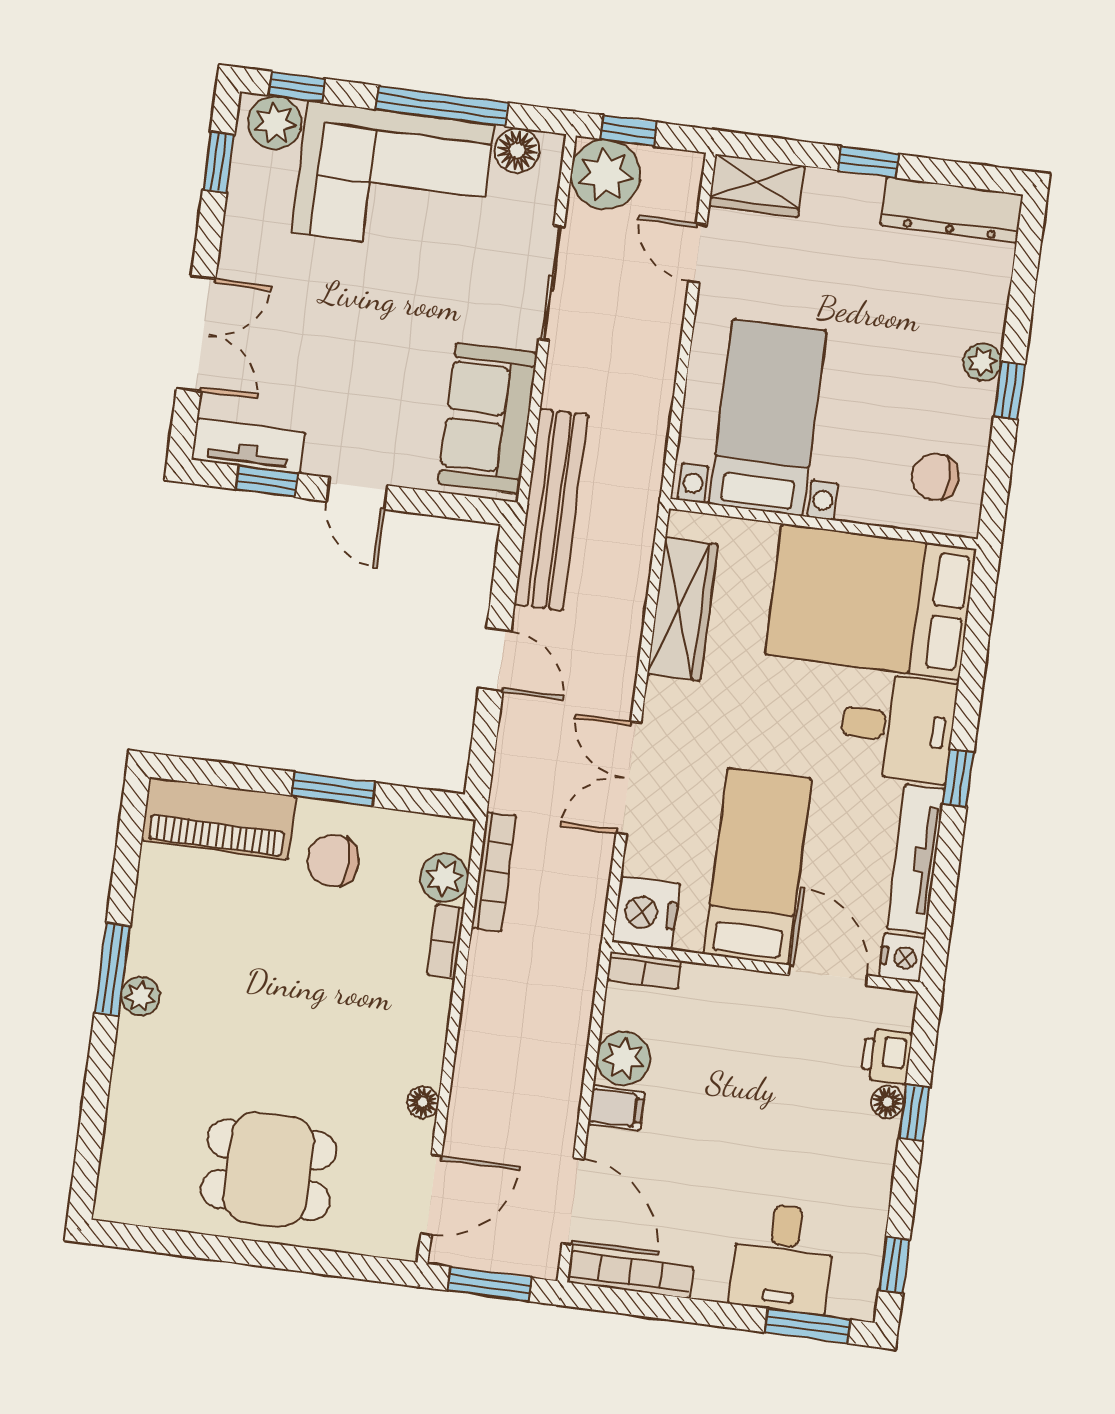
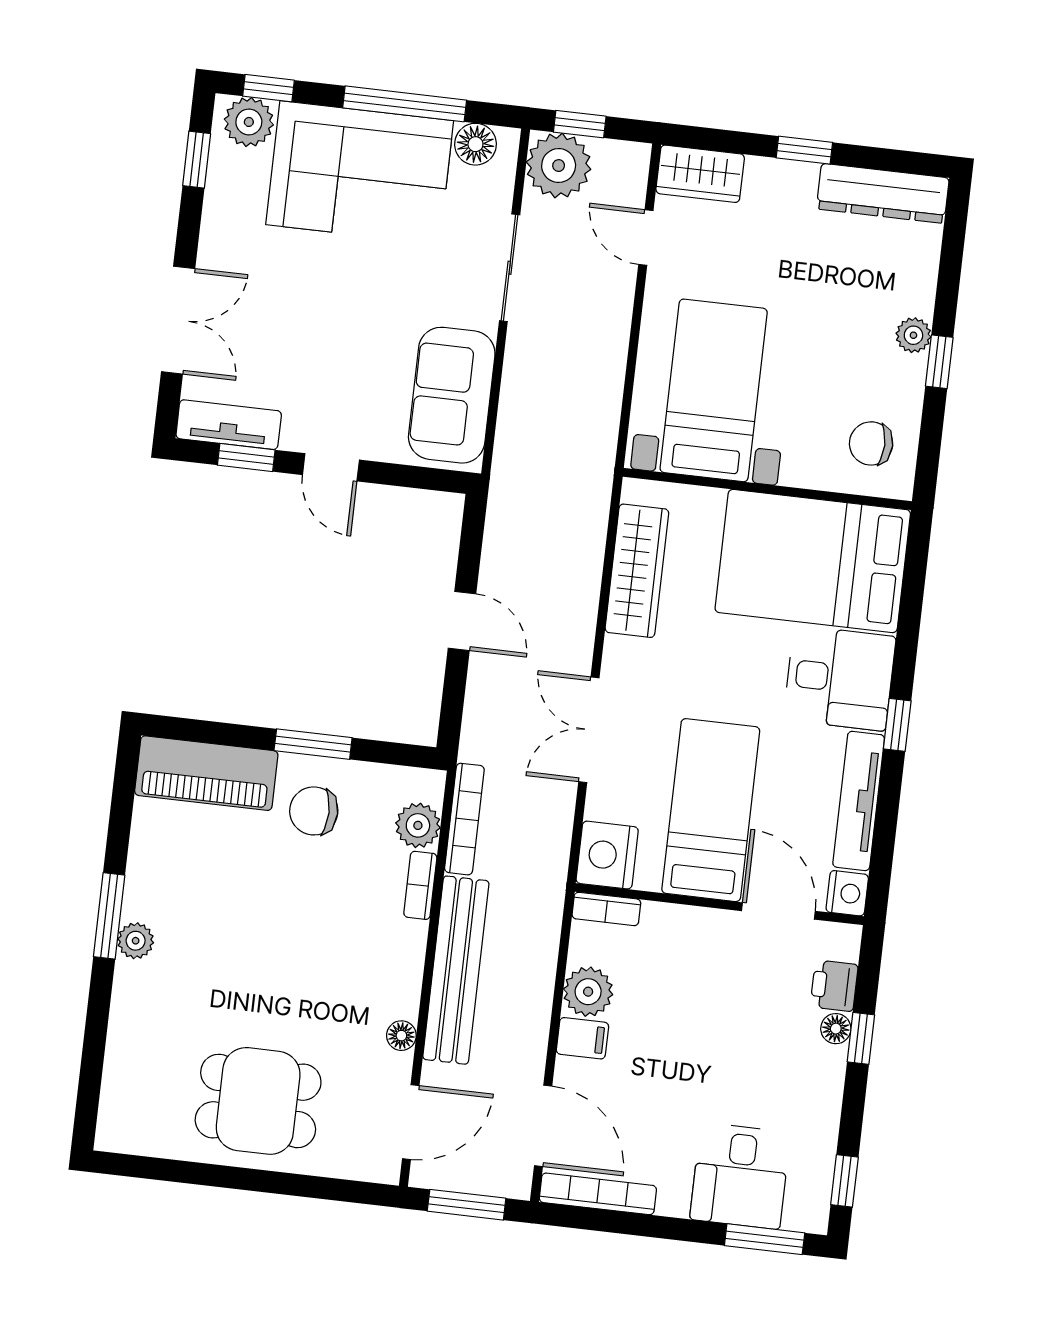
bench: (551, 510) -> (456, 970), moved

